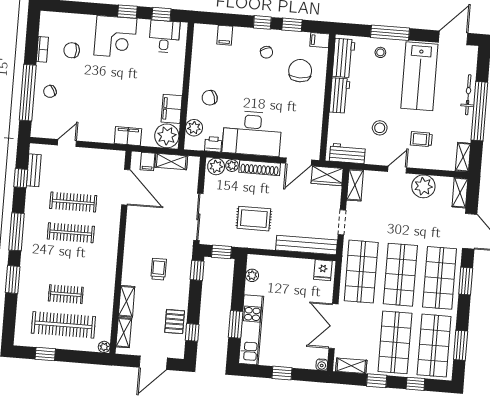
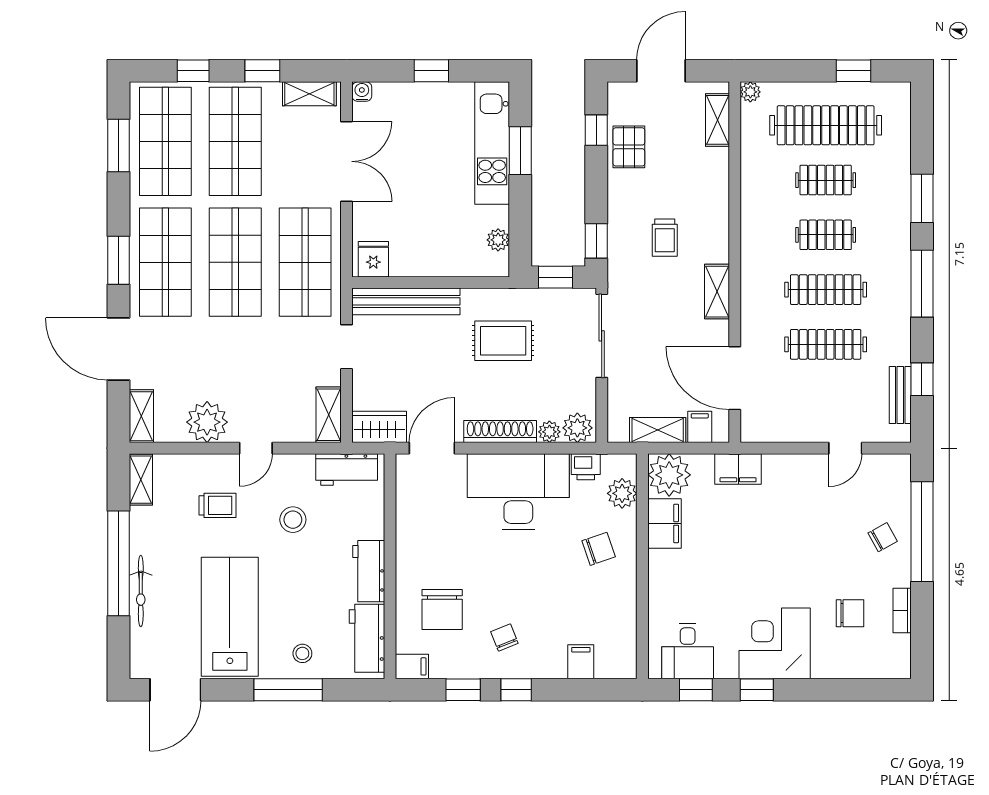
clothes rail: (68, 263) -> (826, 235), added
shelving: (127, 301) -> (717, 292), moved

